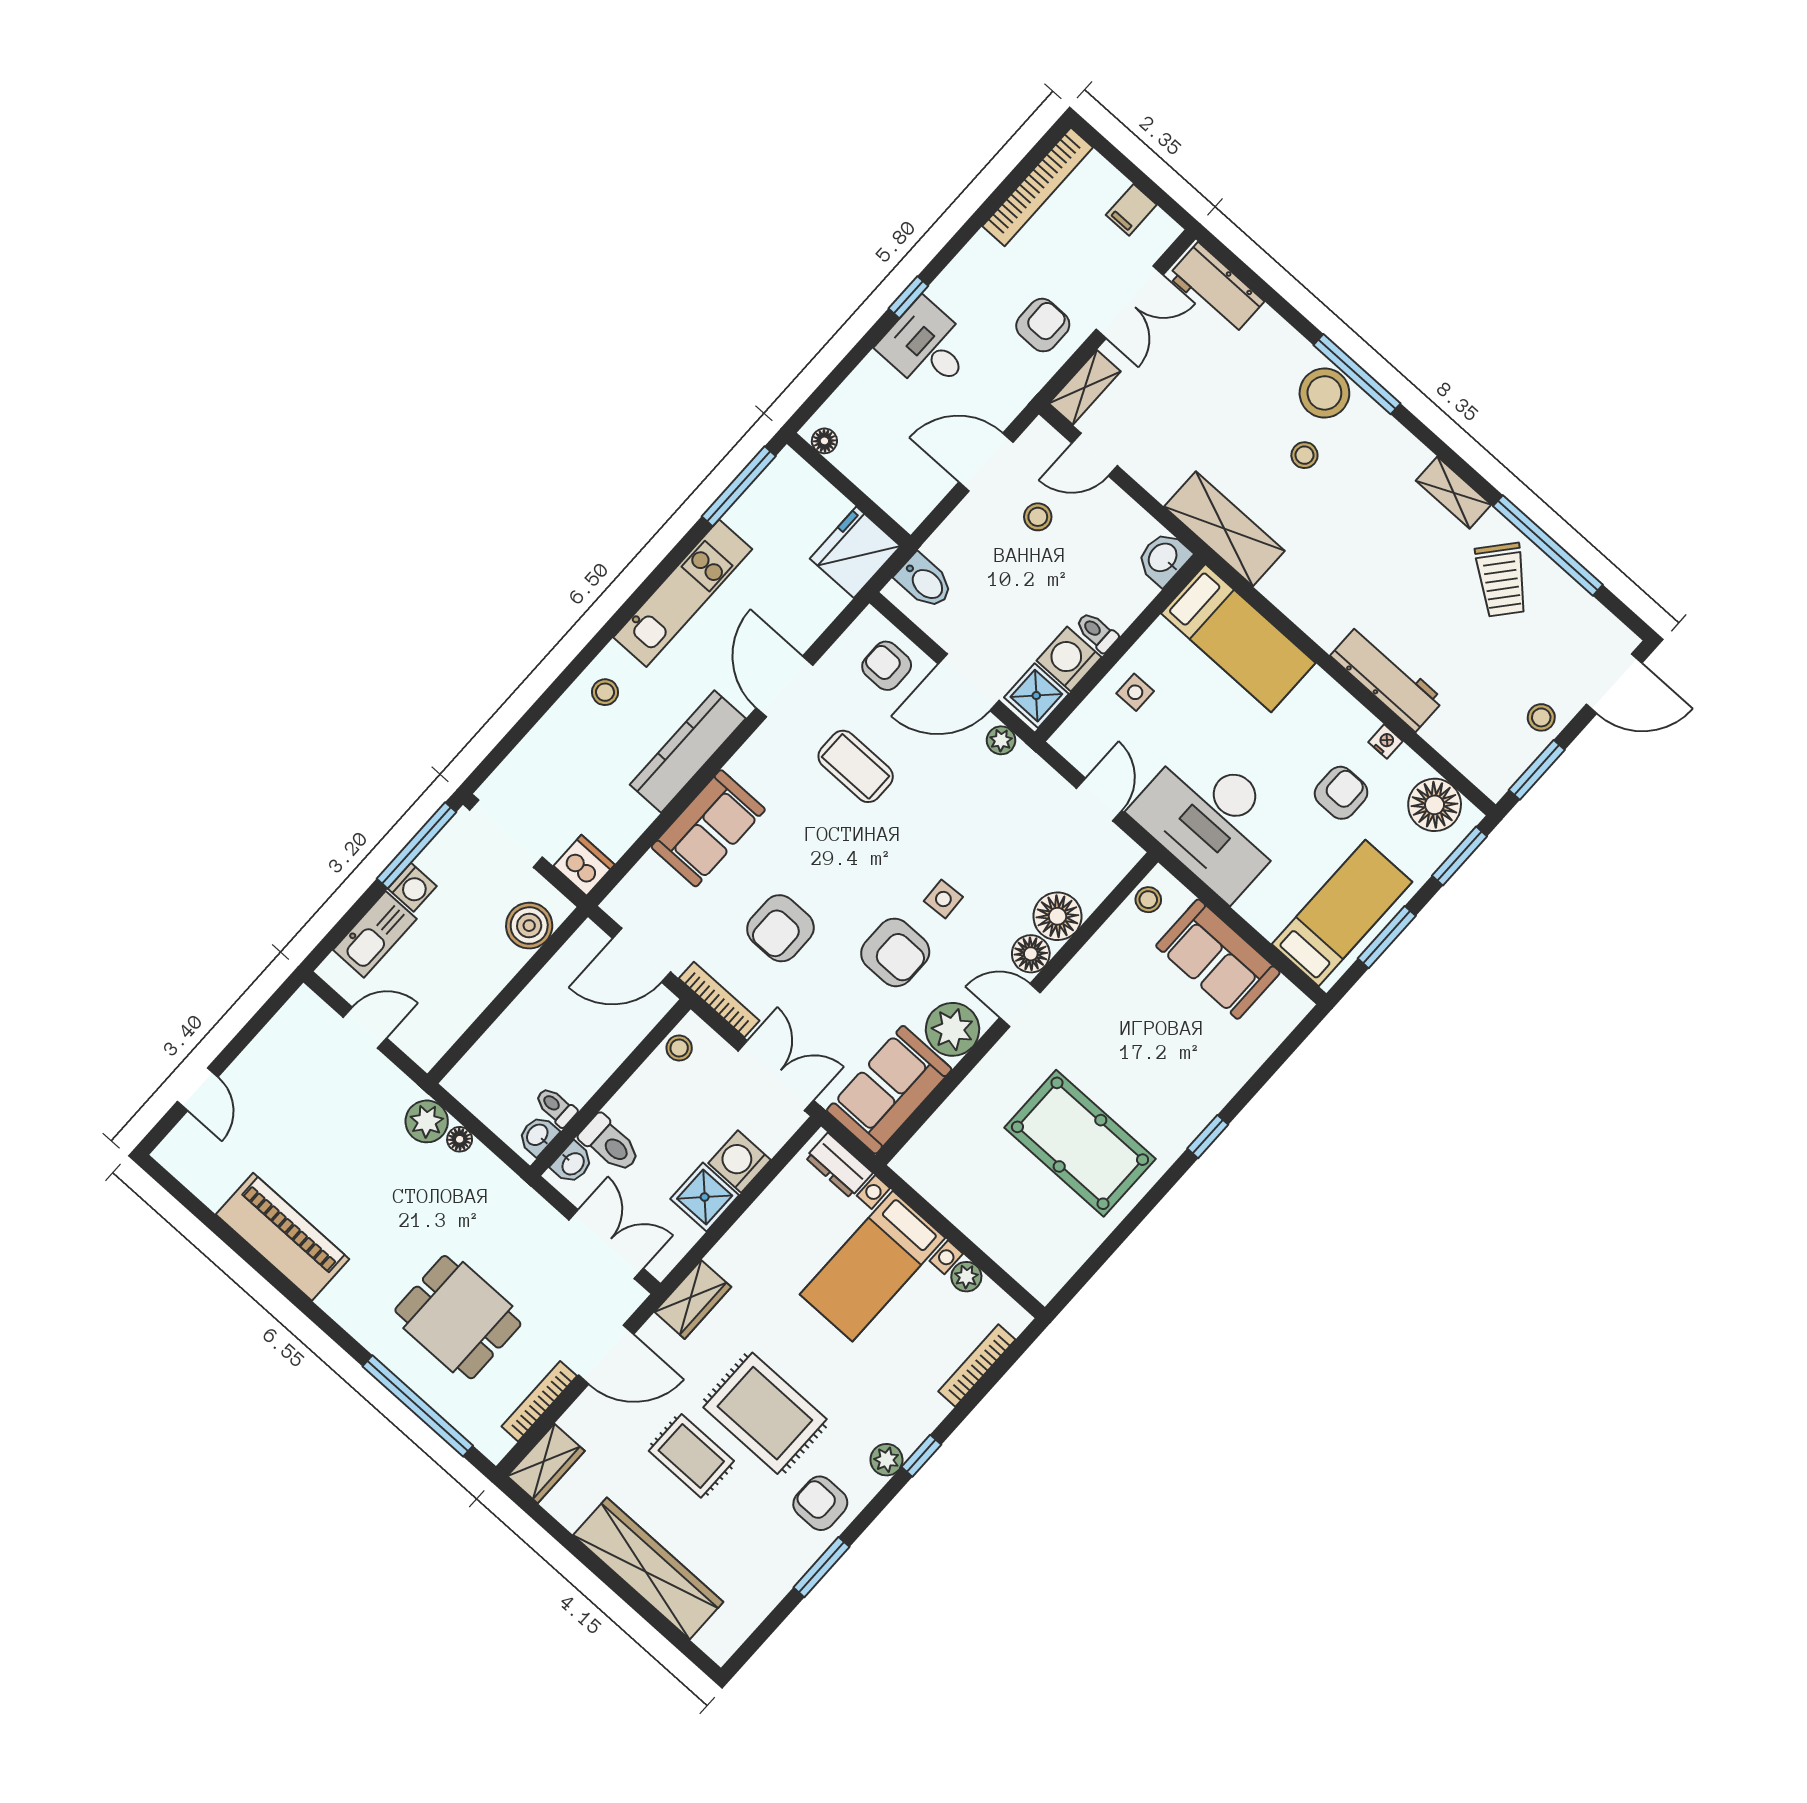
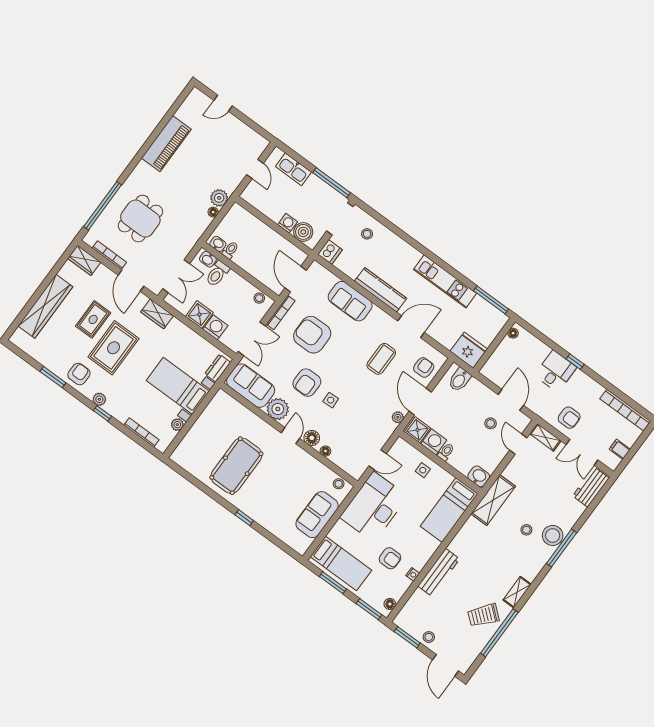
stool: (605, 692) -> (367, 234), moved
floor lamp: (1435, 805) -> (390, 604), width x0.53, depth x0.53
washing machine: (412, 887) -> (288, 223), moved, turned 180
floor lamp: (1057, 916) -> (325, 451), width x0.53, depth x0.53
armchair: (780, 928) -> (312, 335), width x1.36, depth x1.36

